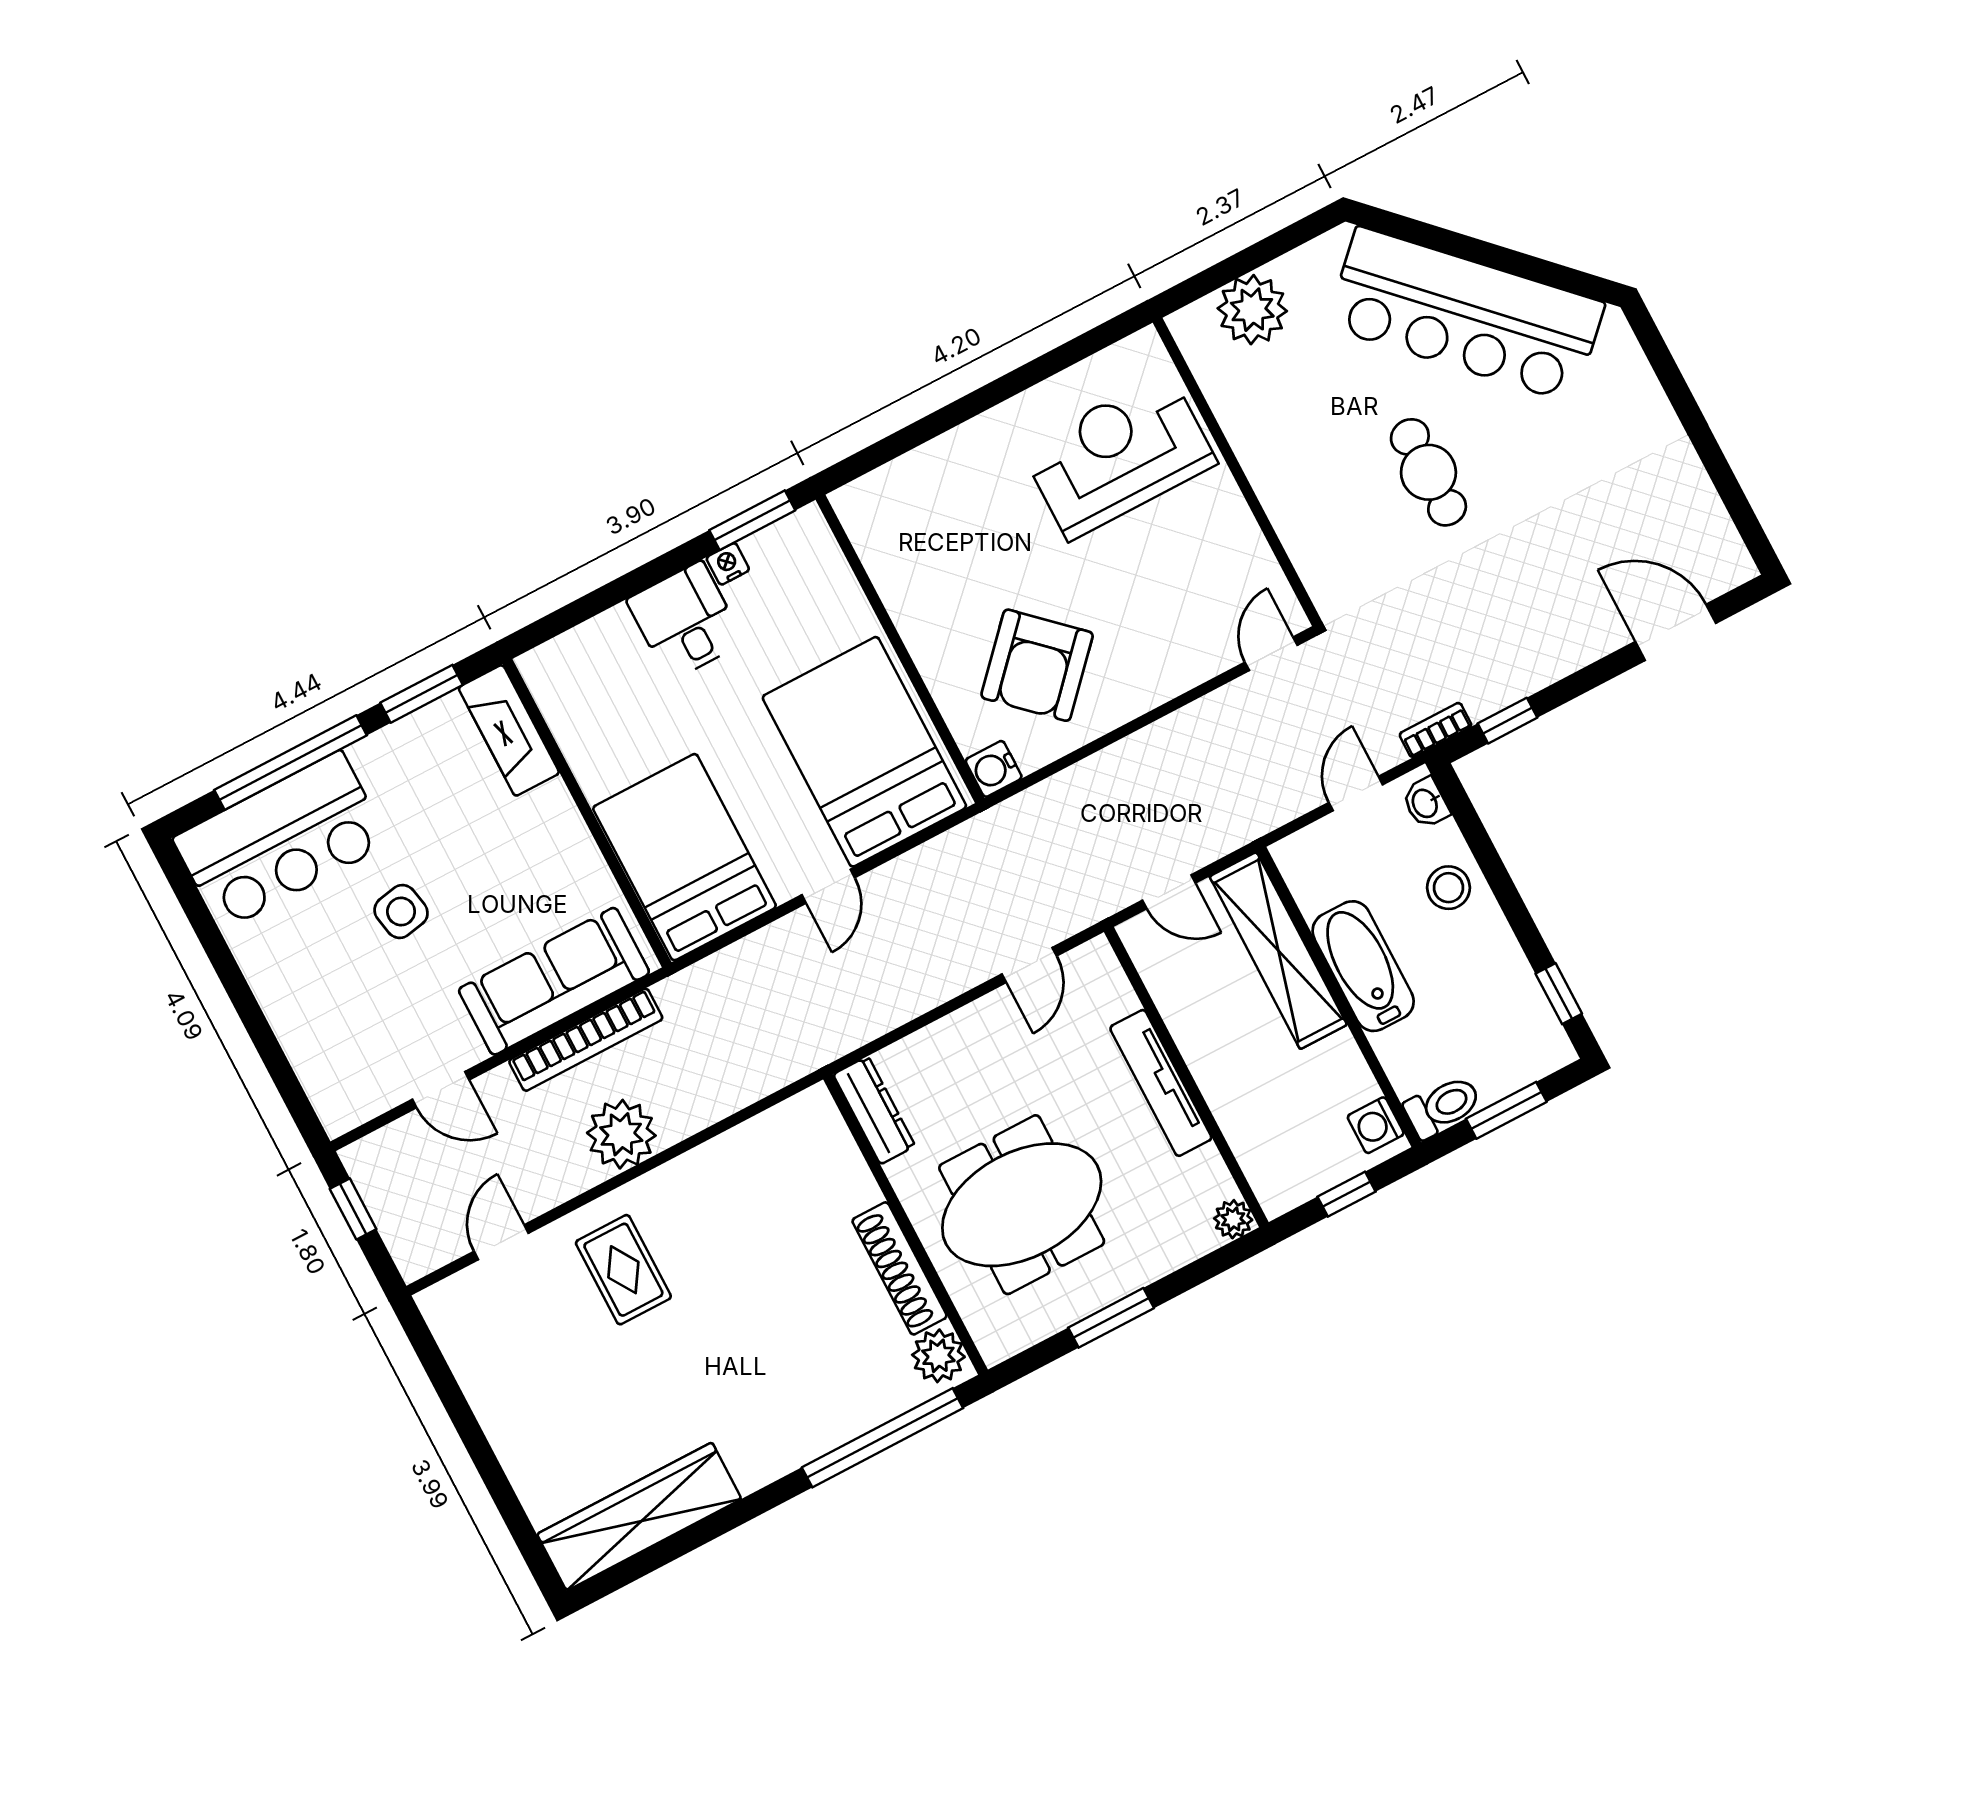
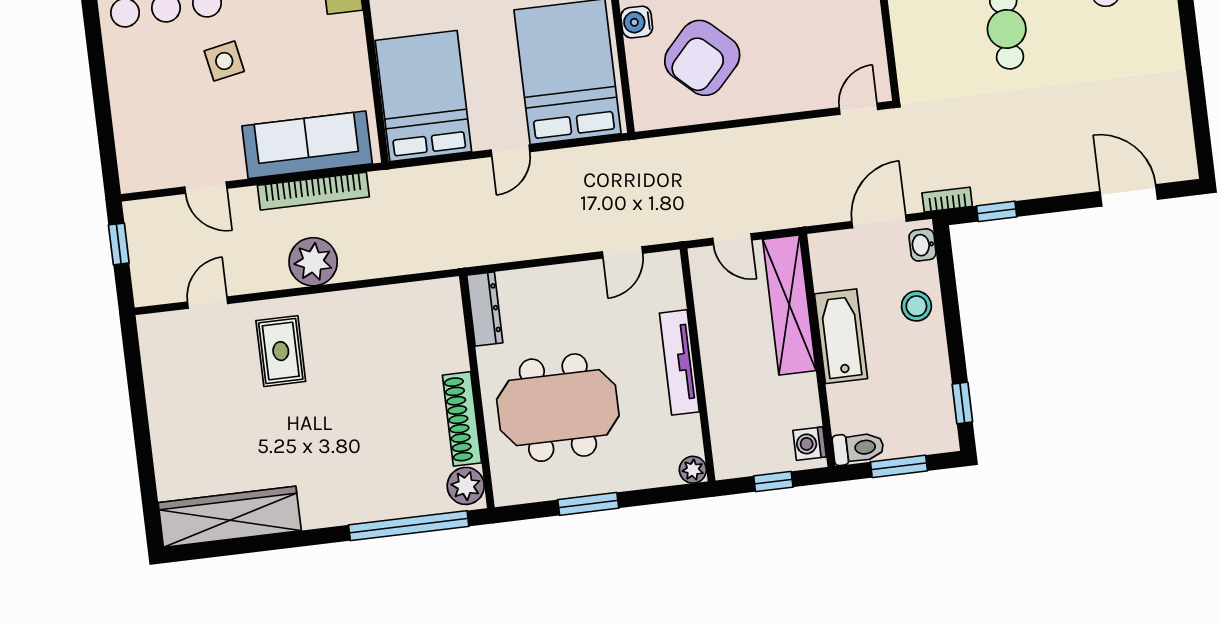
water cooler: (994, 769) -> (637, 22), moved
door: (1356, 794) -> (879, 221), width x1.38

